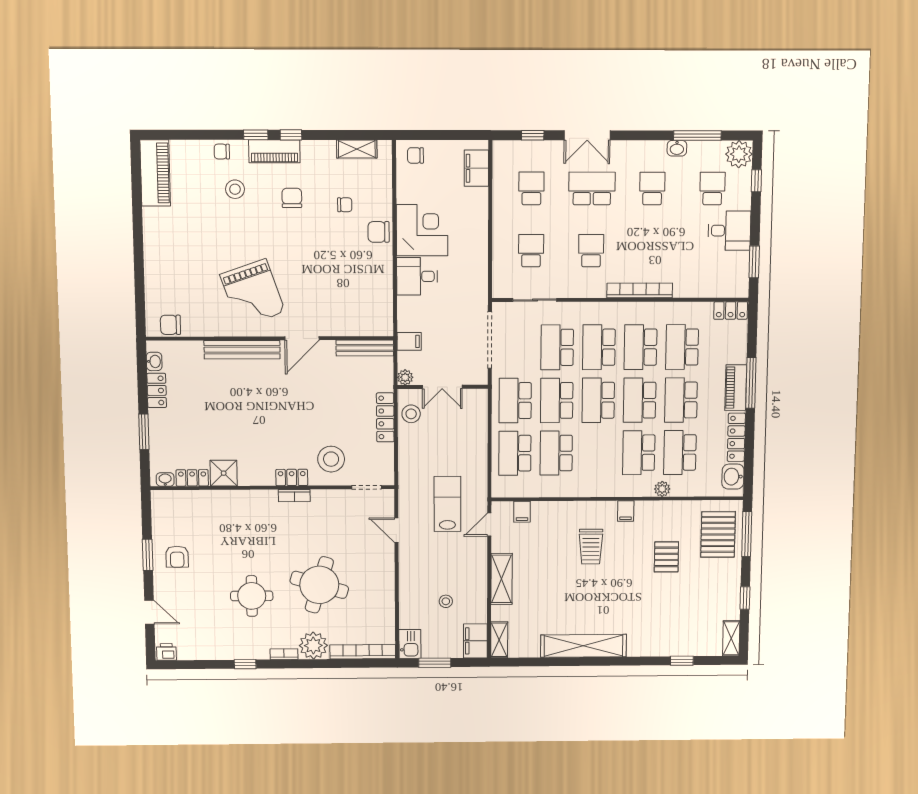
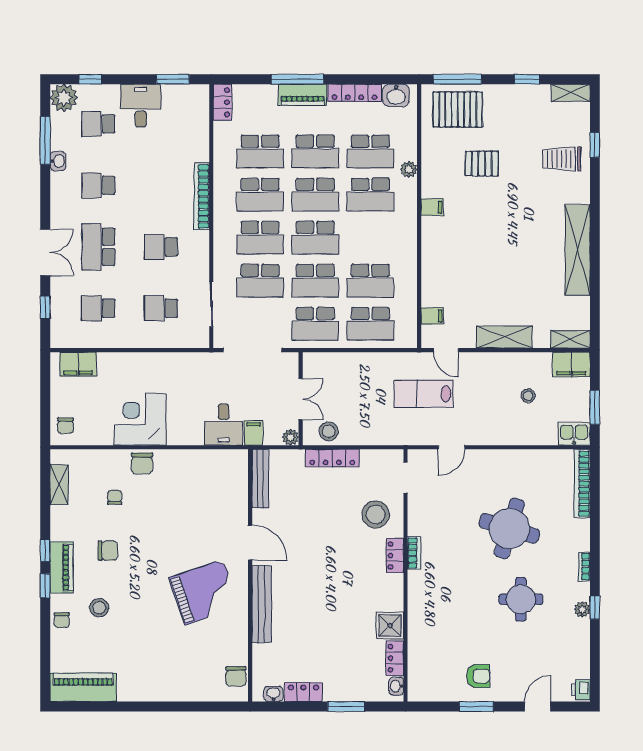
chair: (292, 198) -> (108, 551), turned 180
desk: (417, 276) -> (224, 425), moved
trolley: (591, 547) -> (562, 159), moved, turned 180
plant: (313, 646) -> (582, 610), moved, width x0.53, depth x0.53

